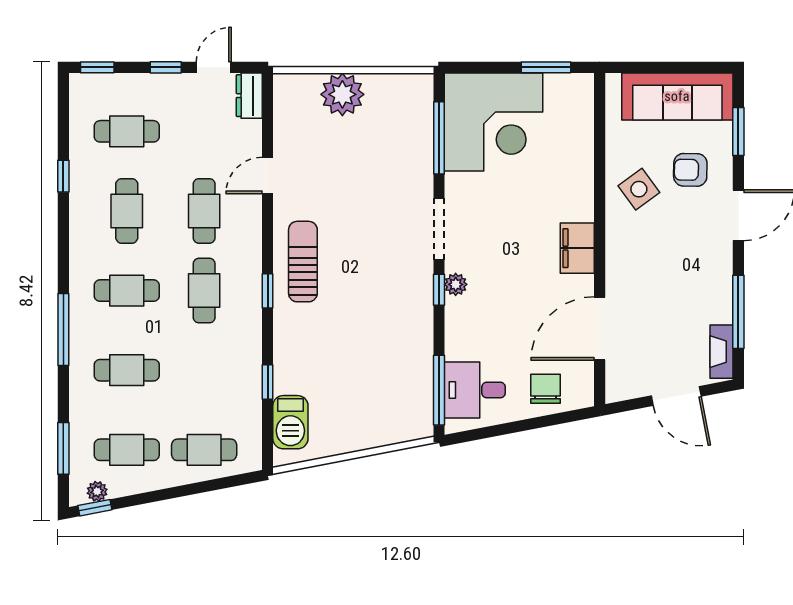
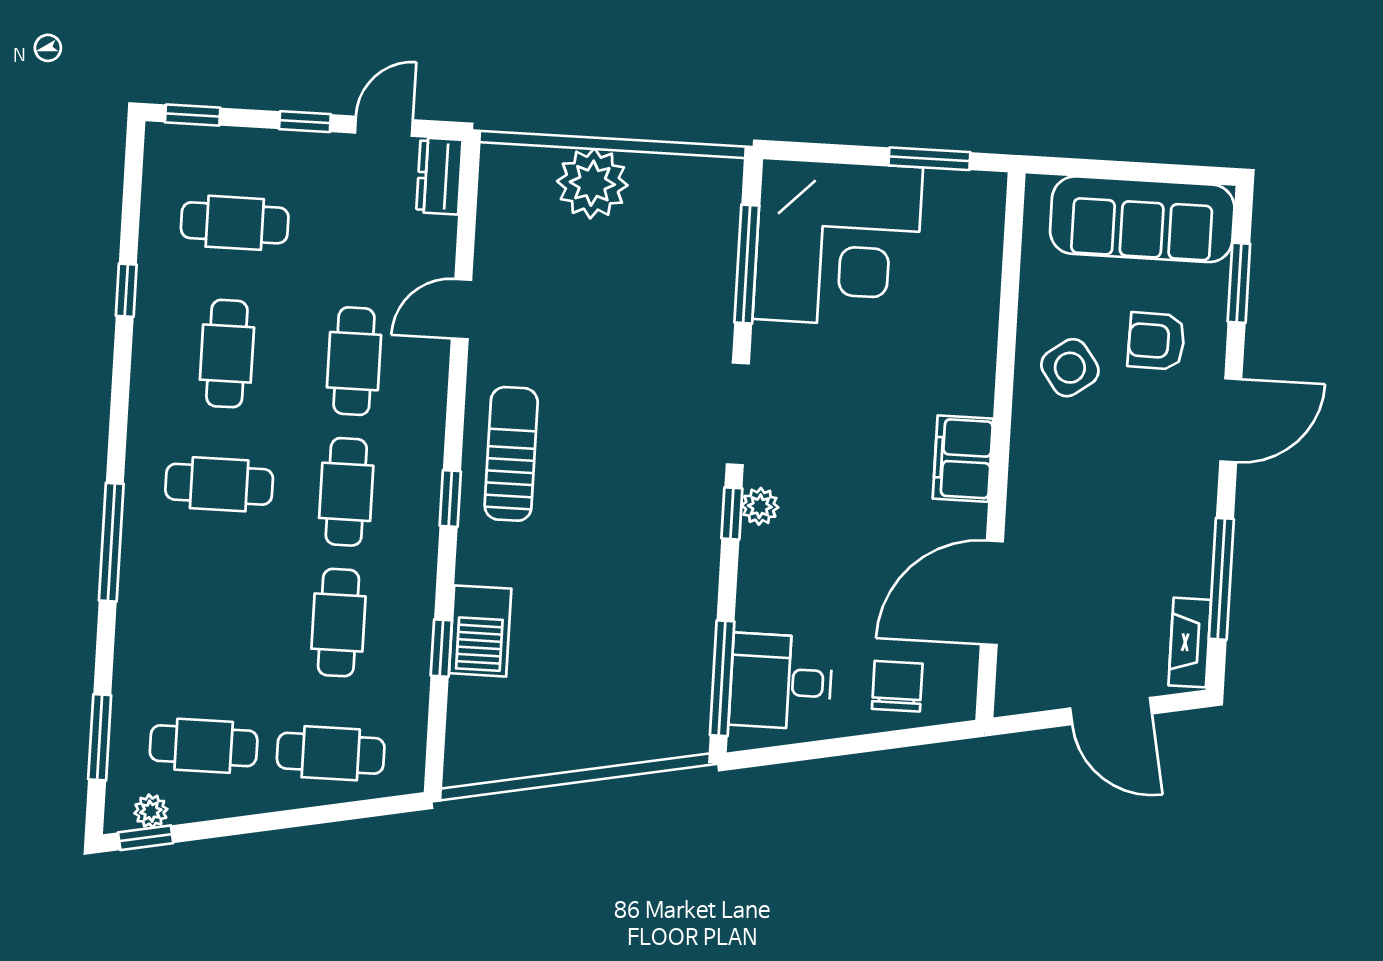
cafe table: (127, 370) -> (338, 623), moved, turned 90
barbecue: (290, 422) -> (480, 631), moved

